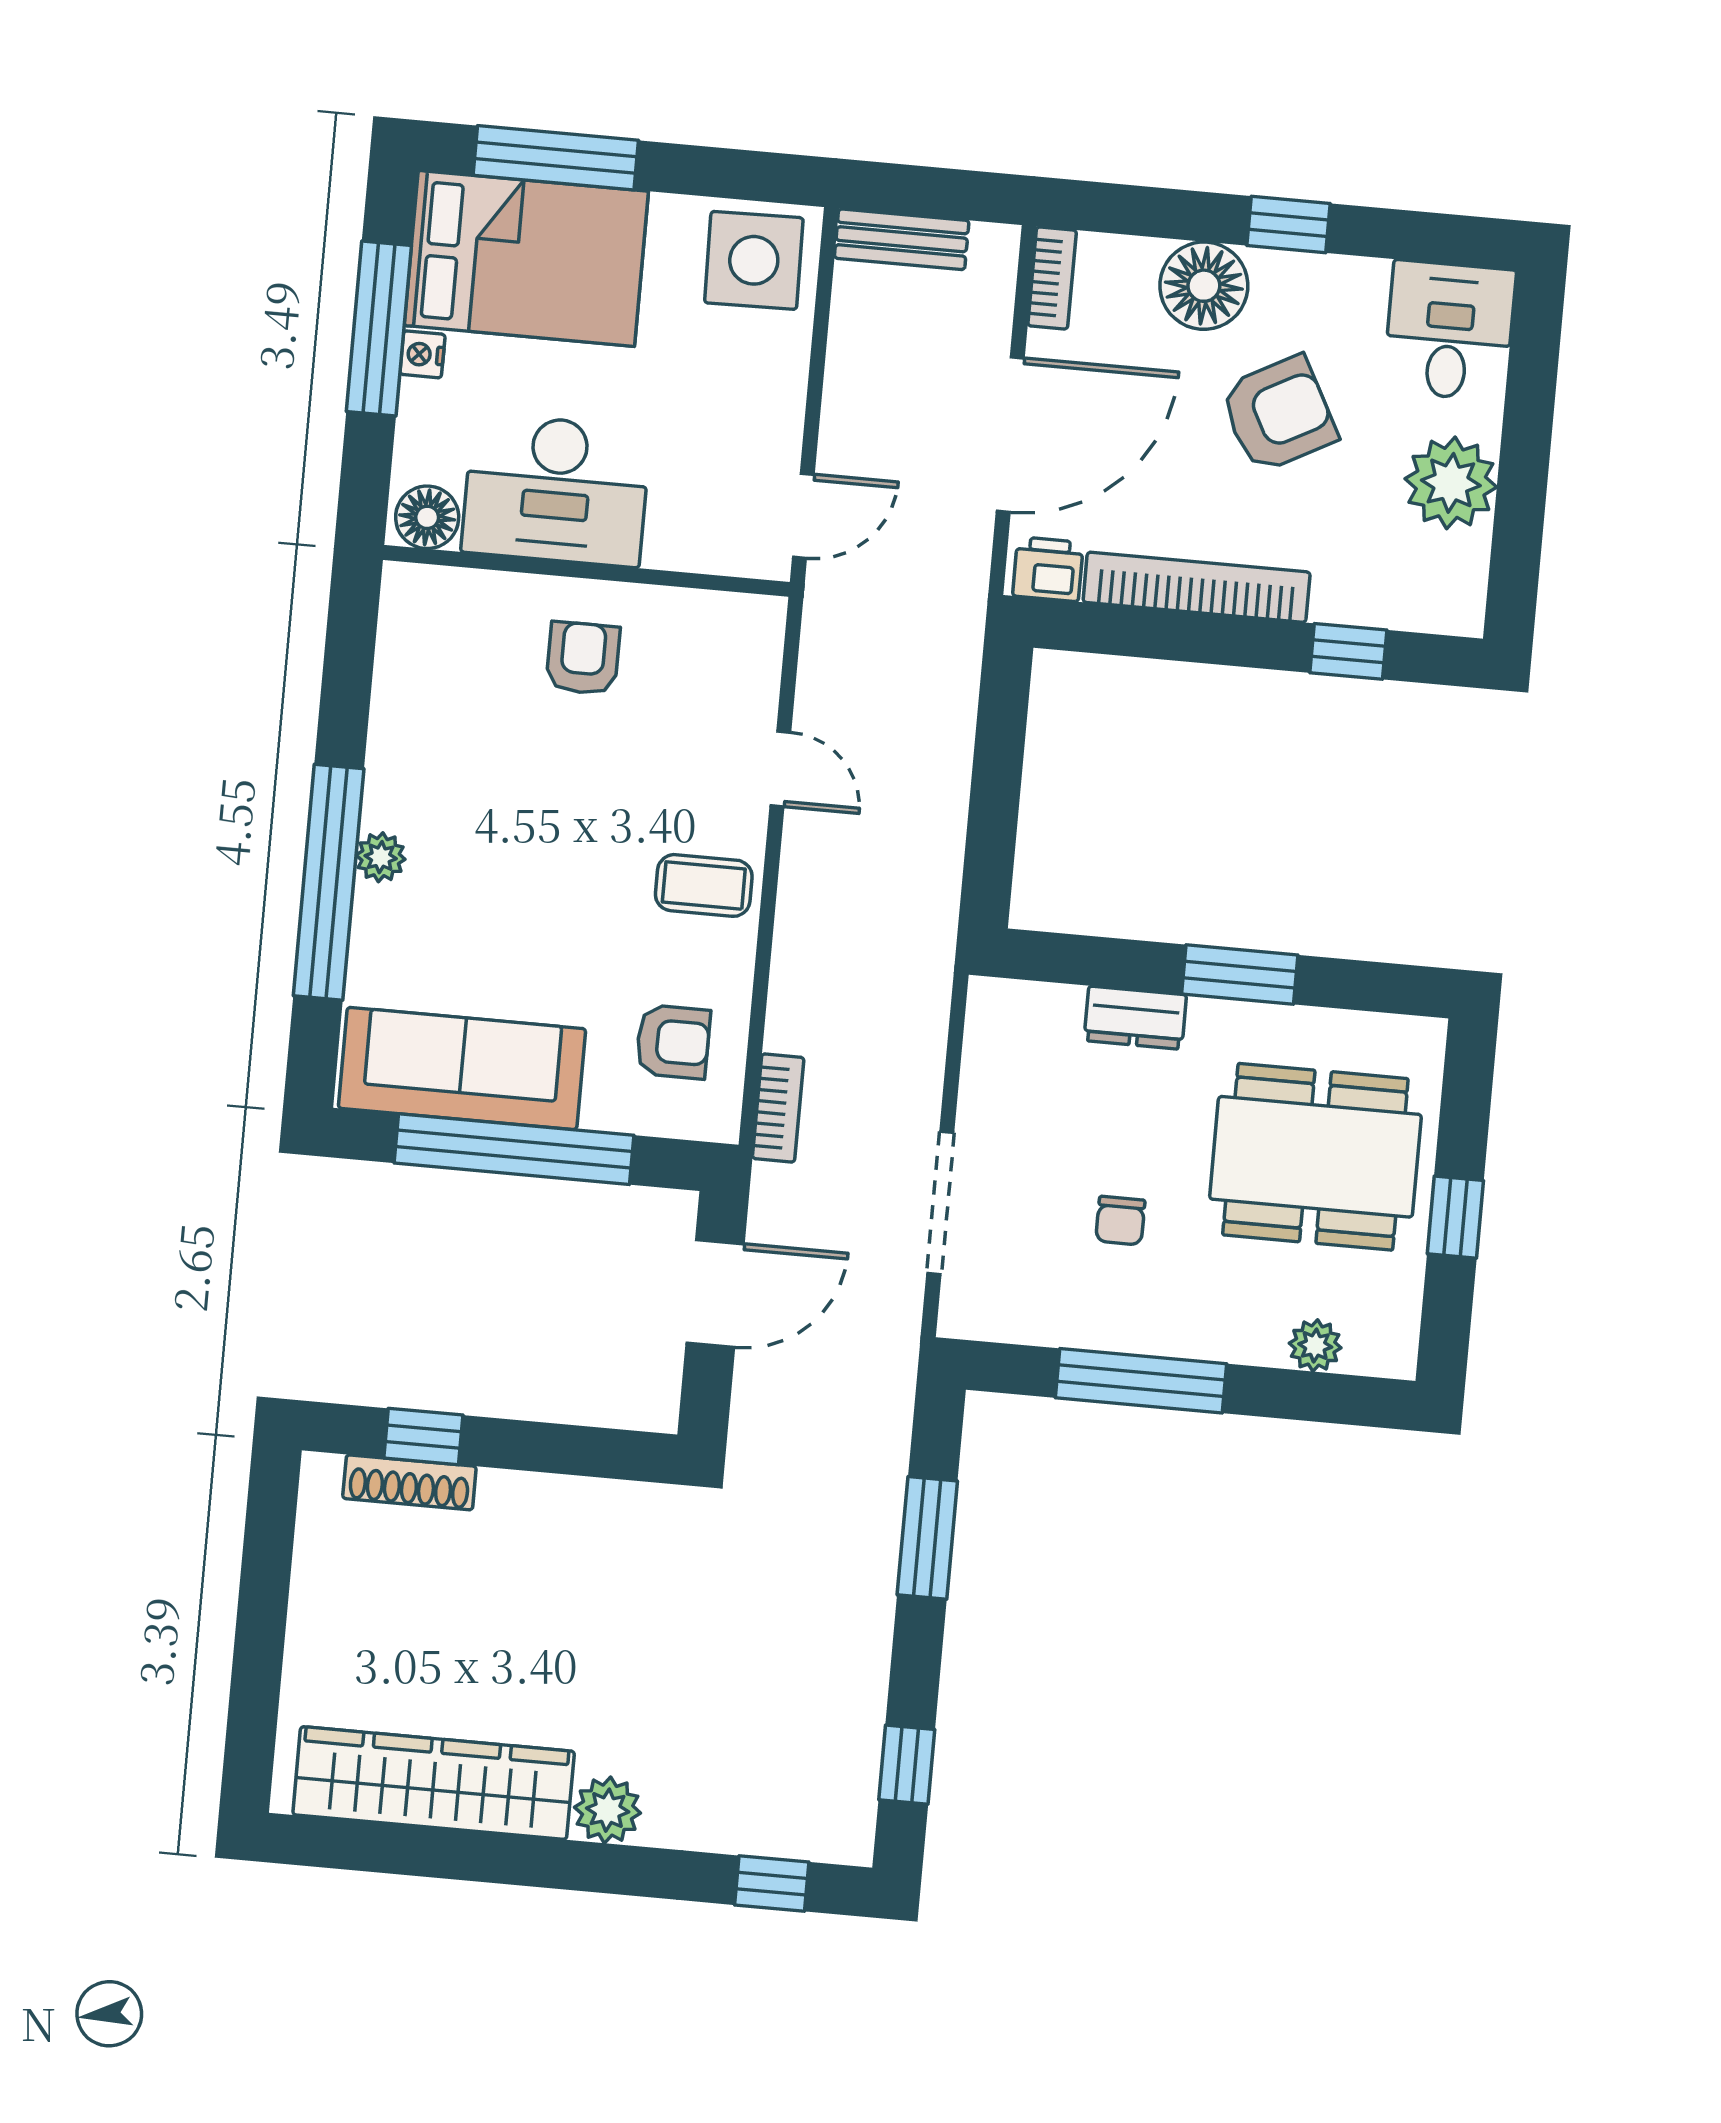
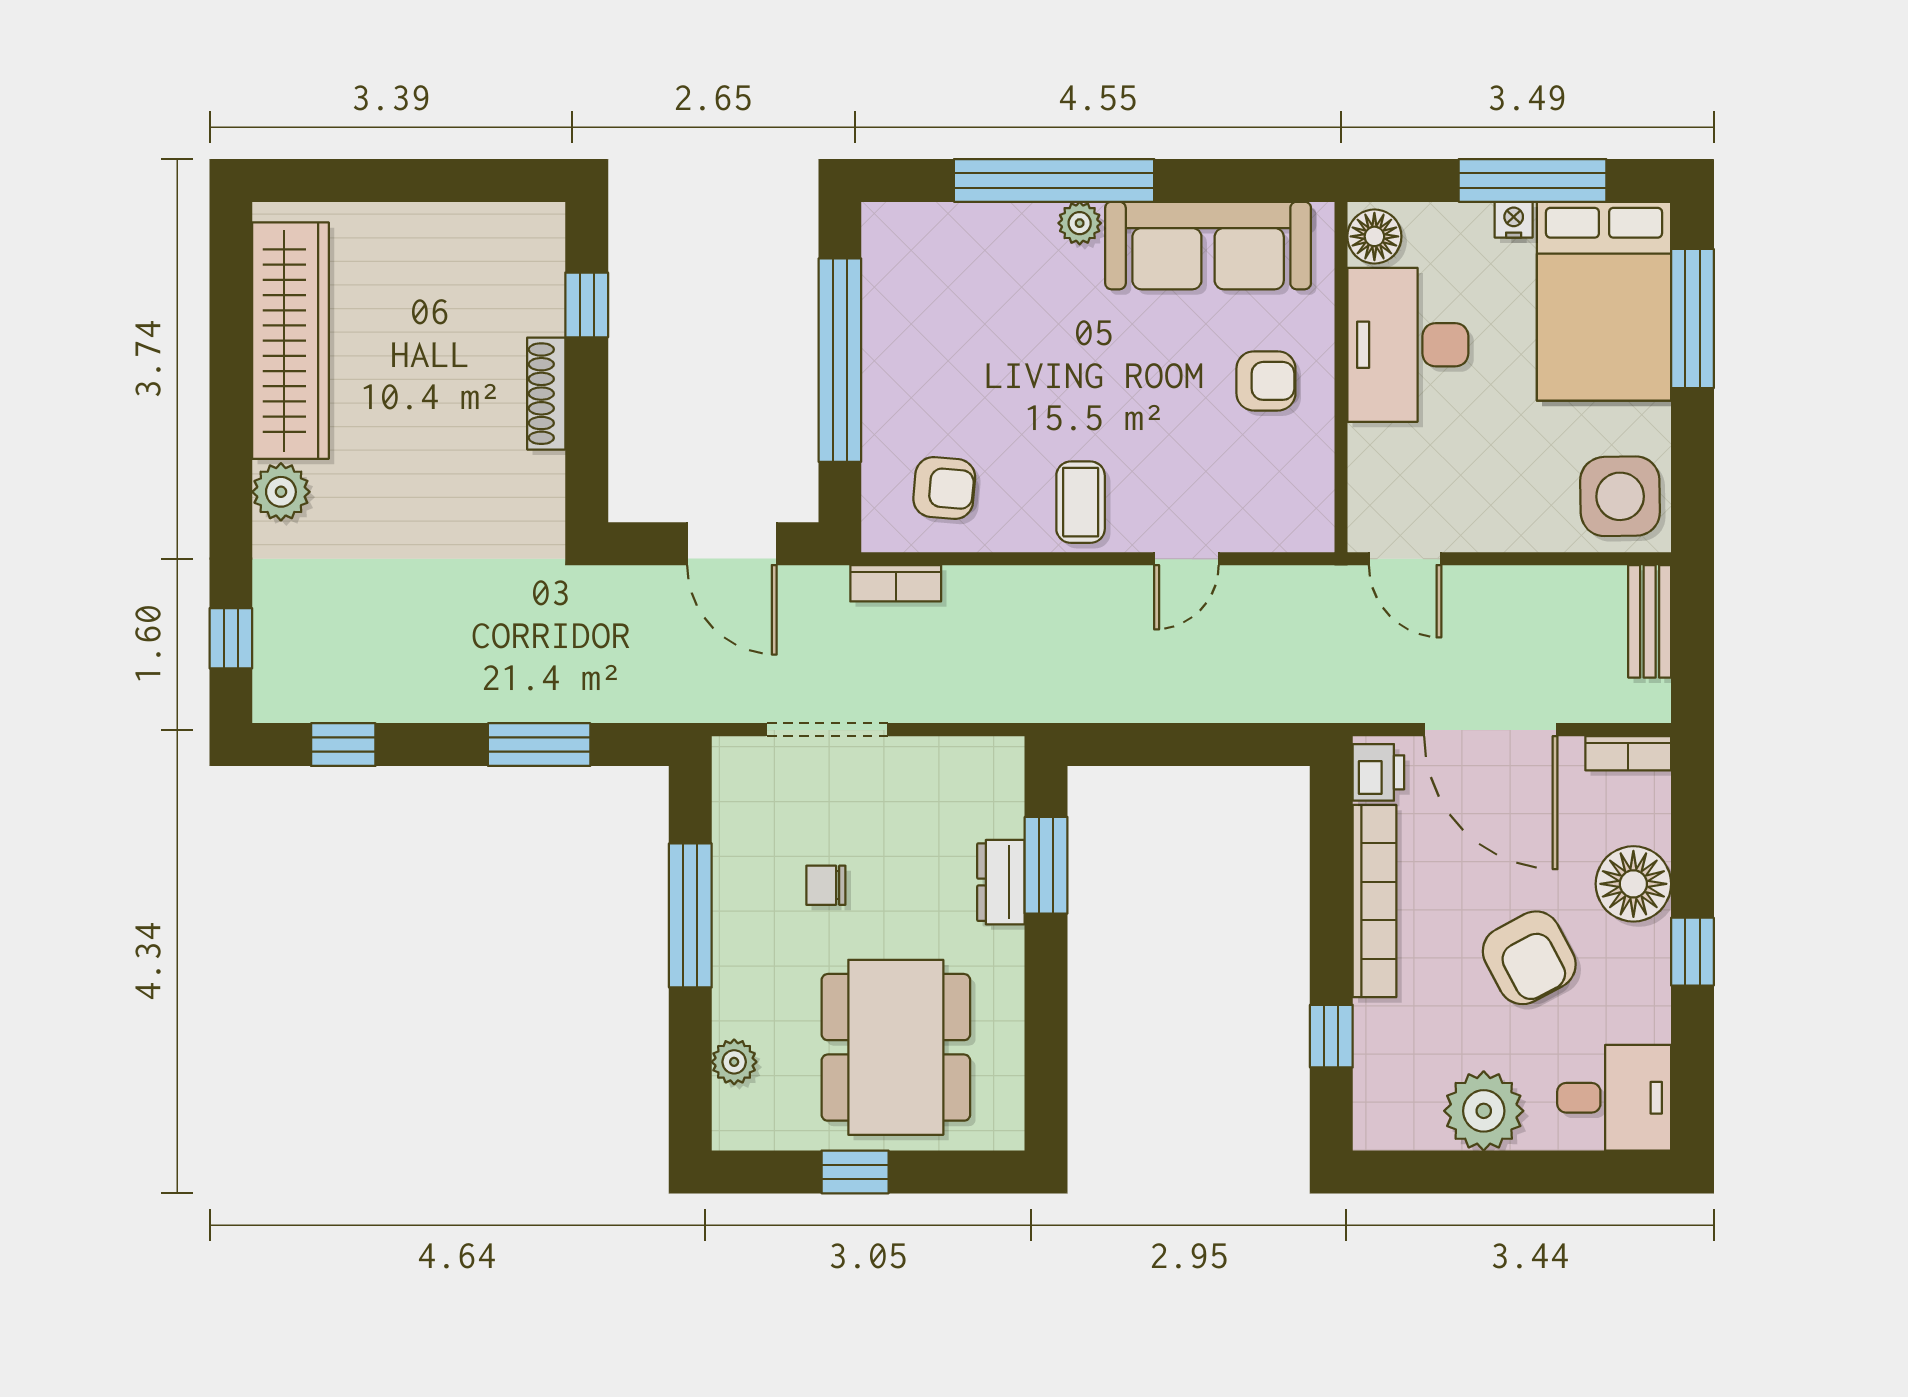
window: (1240, 975) -> (1046, 865), moved
armchair: (673, 1042) -> (944, 488), turned -85
sofa: (462, 1068) -> (1208, 246), moved, turned 90
shoe rack: (409, 1482) -> (546, 394), moved

